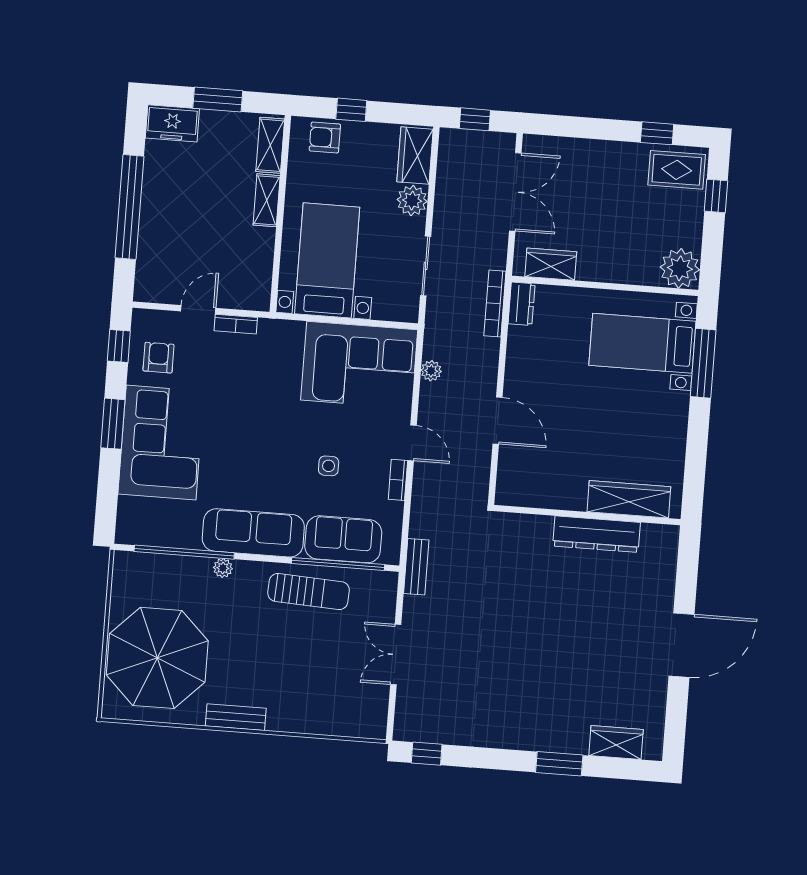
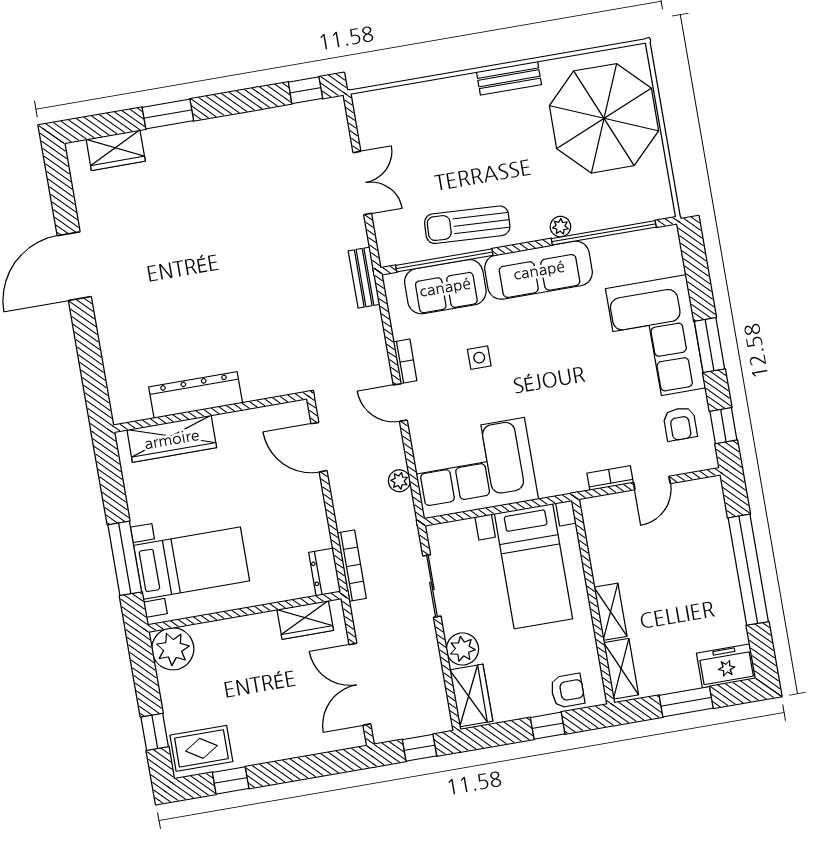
wardrobe: (629, 499) -> (172, 439), moved
wall: (587, 515) -> (210, 412), moved
dresser: (597, 534) -> (196, 395), moved

